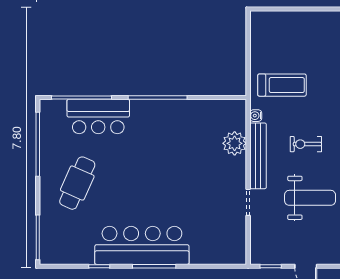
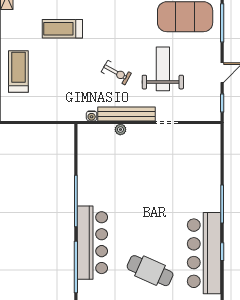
treadmill: (282, 85) -> (18, 71), moved
bar counter: (98, 116) -> (92, 243), width x1.36
plant: (235, 143) -> (120, 130), width x0.53, depth x0.53
exercise bike: (306, 144) -> (116, 73), turned -61
bar counter: (142, 245) -> (204, 253), moved

